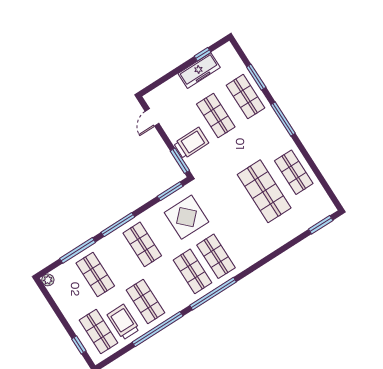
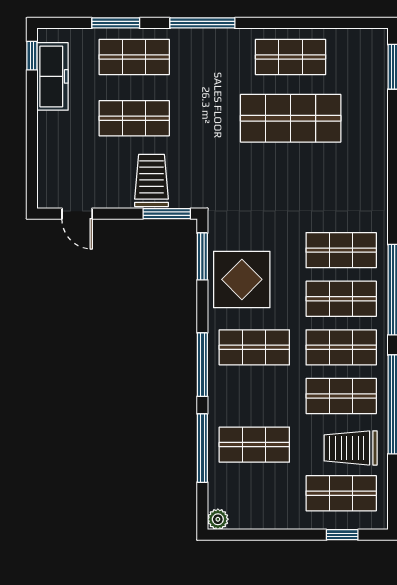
window: (203, 54) -> (32, 56), moved
freezer: (199, 71) -> (52, 76), moved
display table: (187, 217) -> (242, 279), moved
shop shelf: (169, 286) -> (341, 347), added

